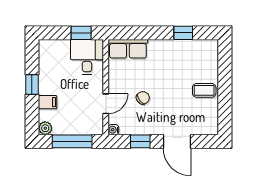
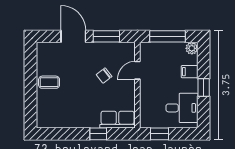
window: (183, 33) -> (98, 134), moved
desk: (87, 57) -> (182, 108), moved, turned -90
water cooler: (113, 130) -> (131, 47), removed
window: (140, 141) -> (106, 36), width x1.50

